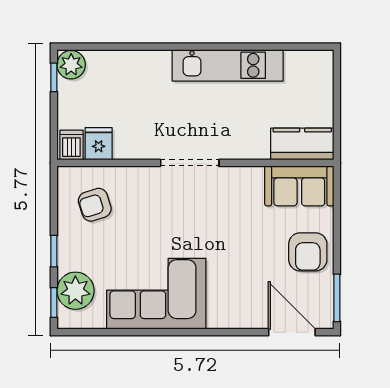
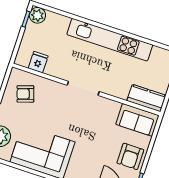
kitchen unit: (228, 65) -> (110, 40), width x1.36
dishwasher: (71, 145) -> (24, 58), removed

